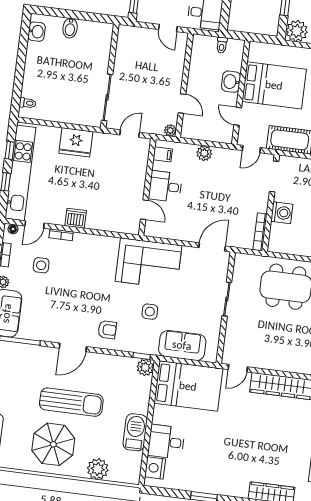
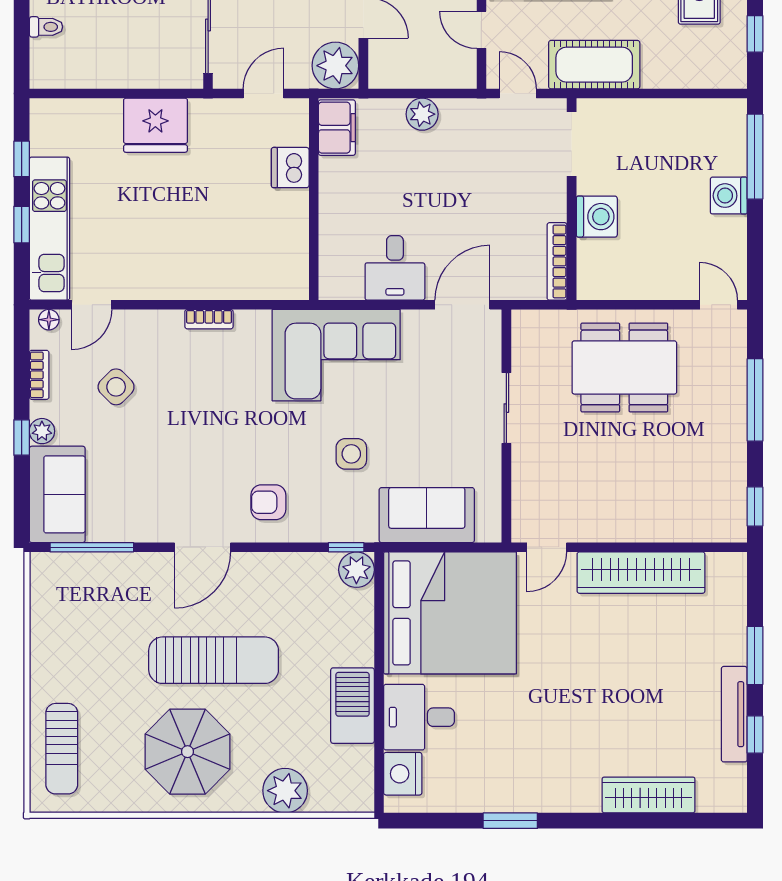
toilet: (28, 103) -> (46, 27), moved
plant: (170, 130) -> (335, 66), width x1.88, depth x1.88
door: (251, 149) -> (518, 94), swing flipped
filing cabinet: (163, 154) -> (337, 128), width x2.00
kitchen unit: (20, 173) -> (49, 229), width x0.73
desk: (165, 186) -> (395, 268), moved, turned -90
door: (144, 210) -> (314, 246), removed
dishwasher: (76, 218) -> (290, 168), moved, turned -90
bookcase: (61, 235) -> (209, 319), moved
side table: (41, 265) -> (116, 387), turned 45
armchair: (107, 330) -> (268, 502), turned 180
bed: (188, 386) -> (450, 613), width x1.36

